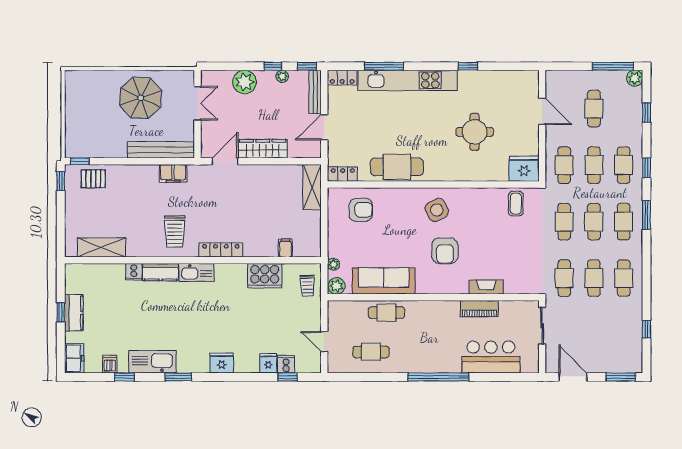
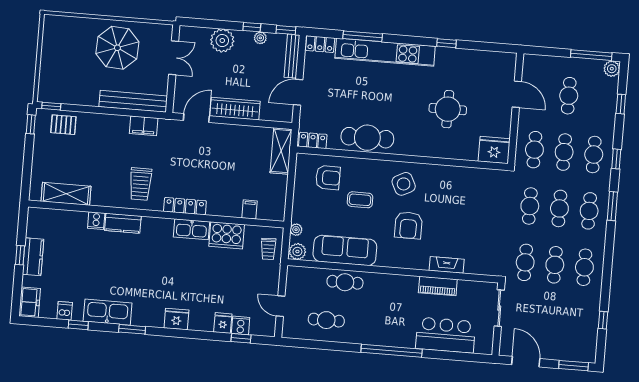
coffee table: (516, 204) -> (360, 200), moved, turned 90
kitchen sink: (197, 273) -> (191, 229), moved

